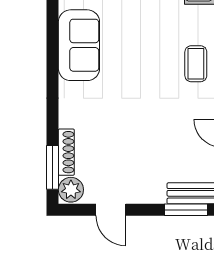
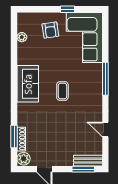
coffee table: (196, 64) -> (62, 91), moved
window: (53, 167) -> (14, 136), moved

